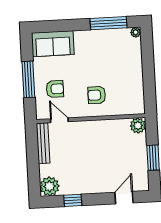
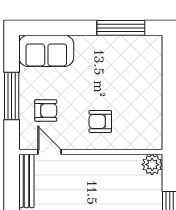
plant: (136, 32) -> (156, 42), removed

